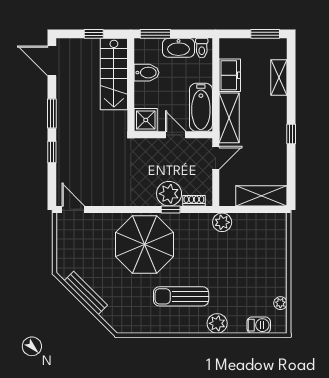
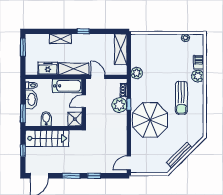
shelving: (279, 78) -> (60, 39), moved
barbecue: (259, 325) -> (199, 62), moved

